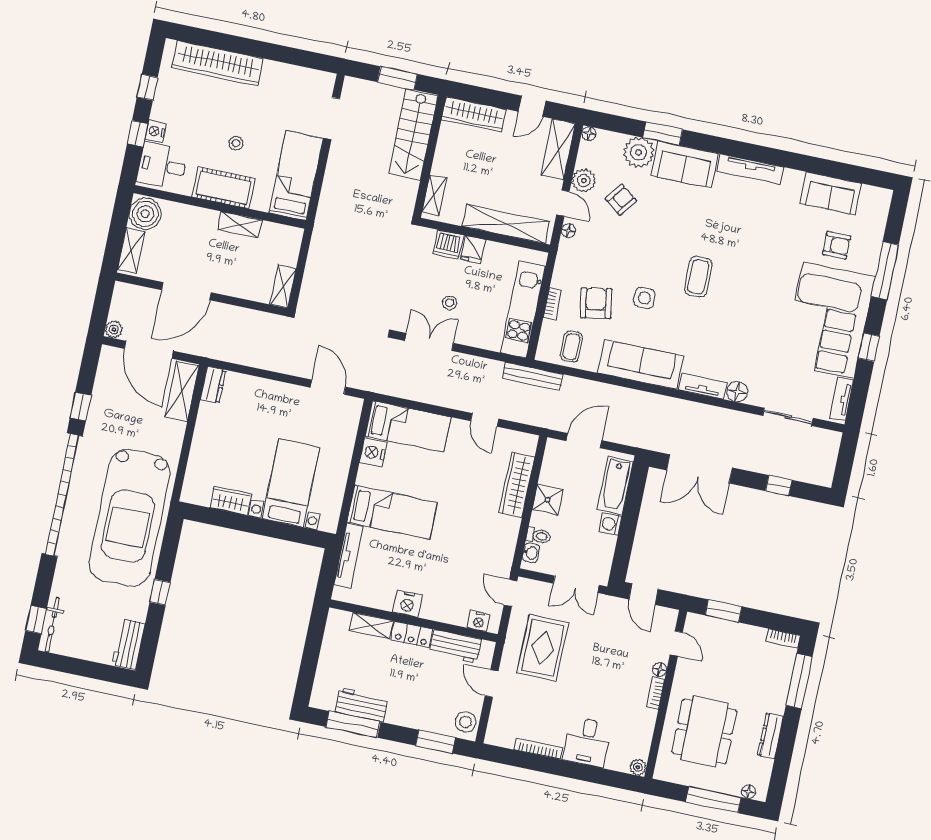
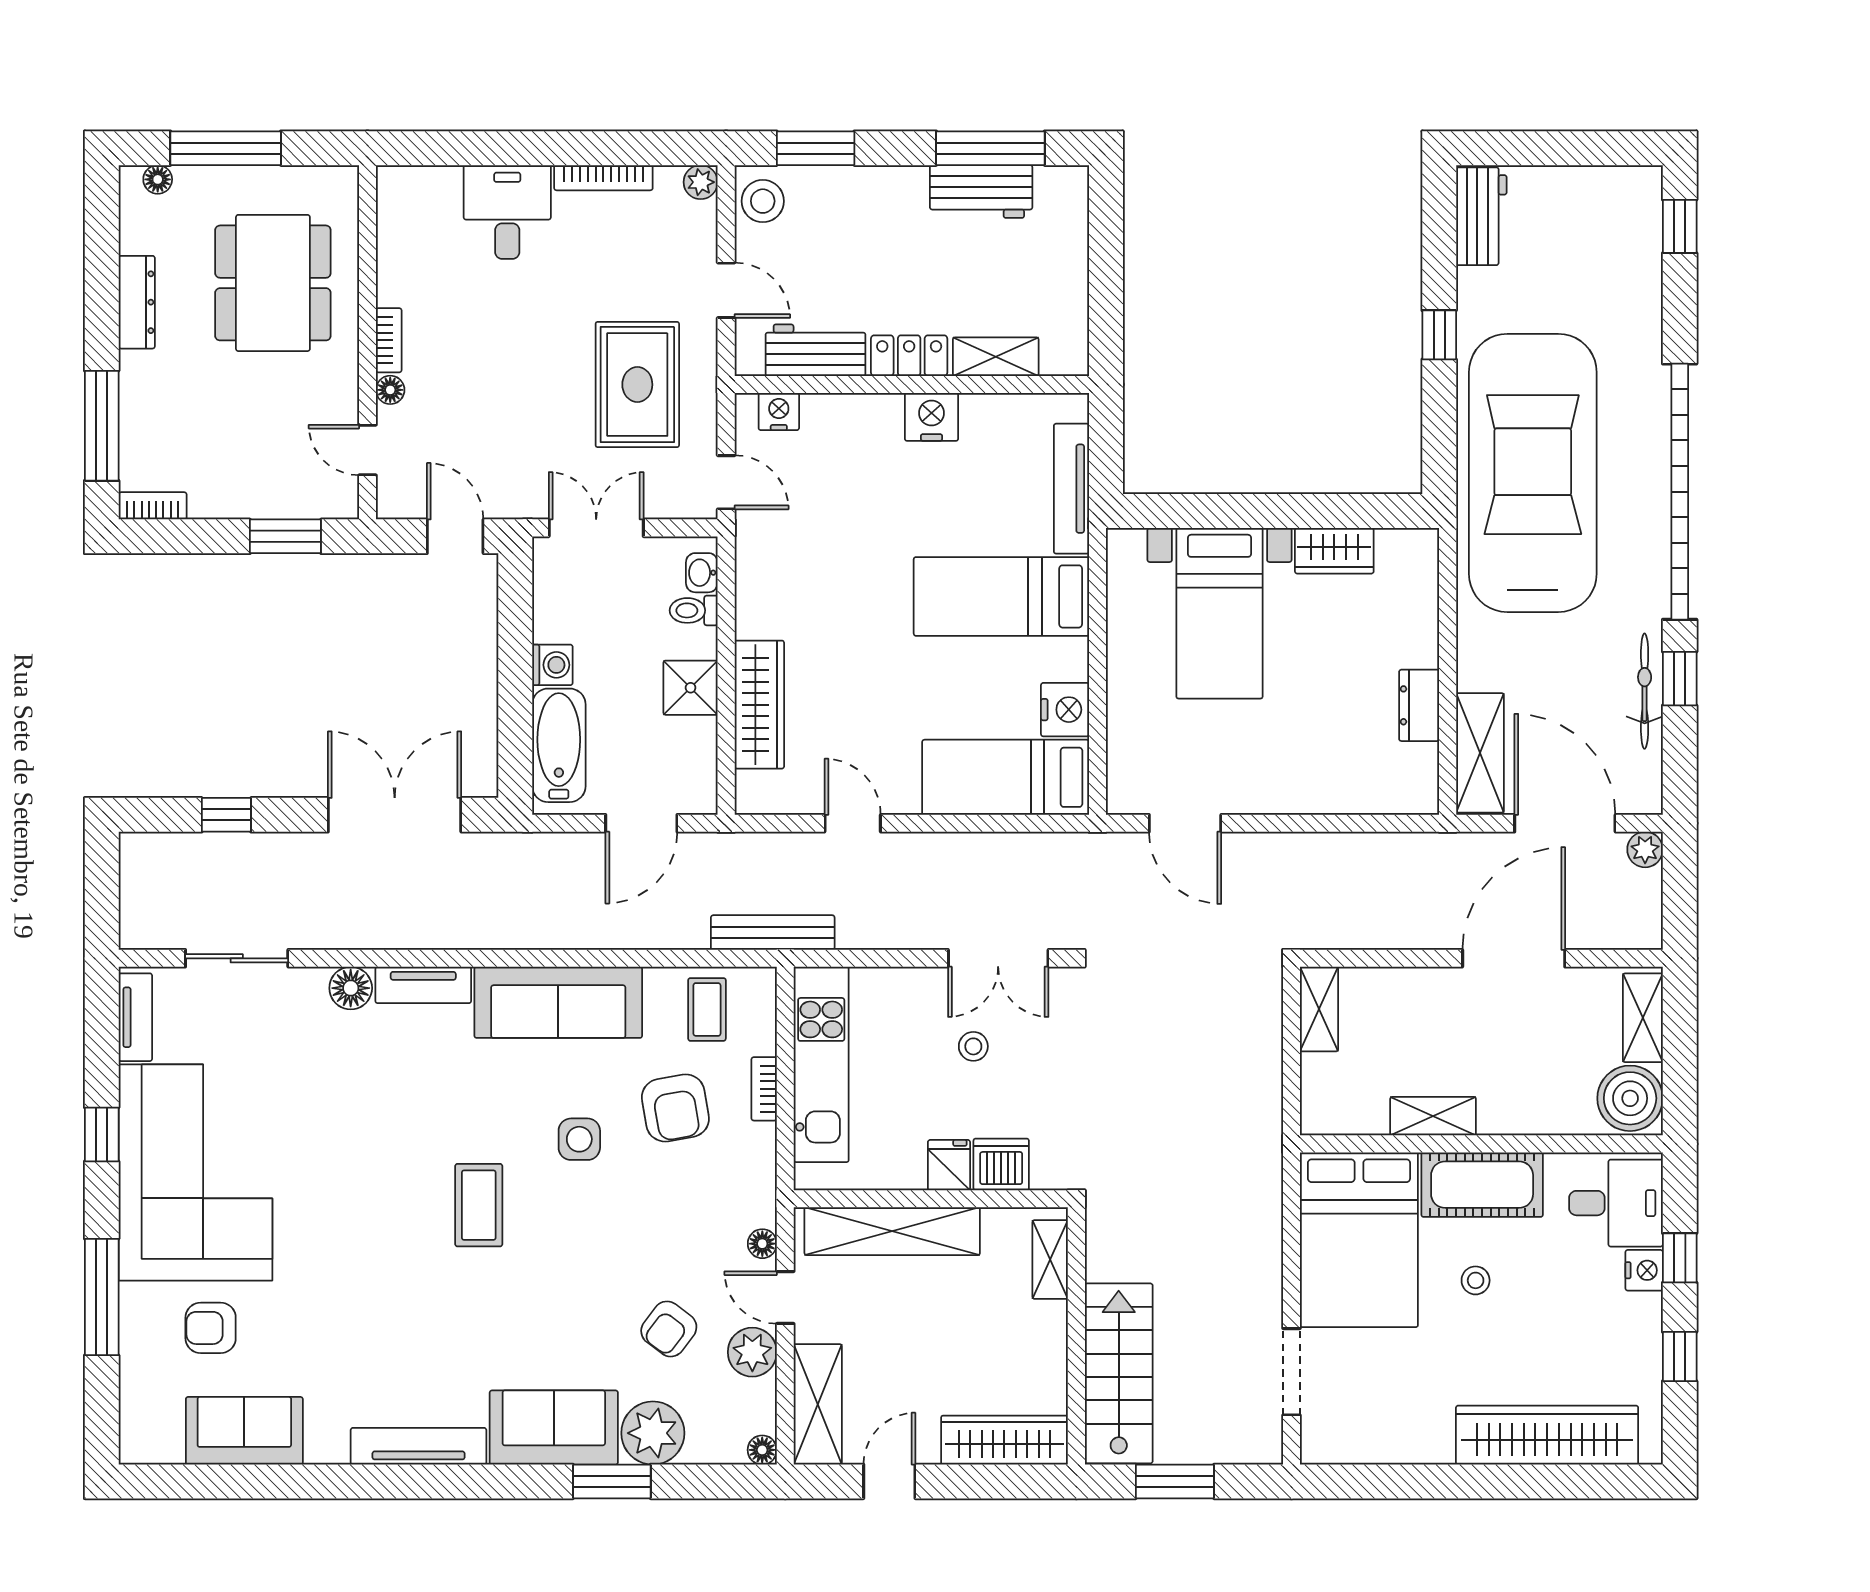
bed: (296, 176) -> (1359, 1240), width x1.50
dresser: (213, 385) -> (1419, 705), moved
bicycle: (52, 625) -> (1645, 691), moved
plant: (638, 767) -> (701, 182), moved

